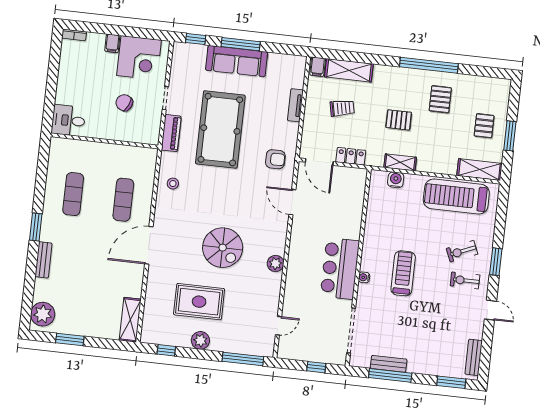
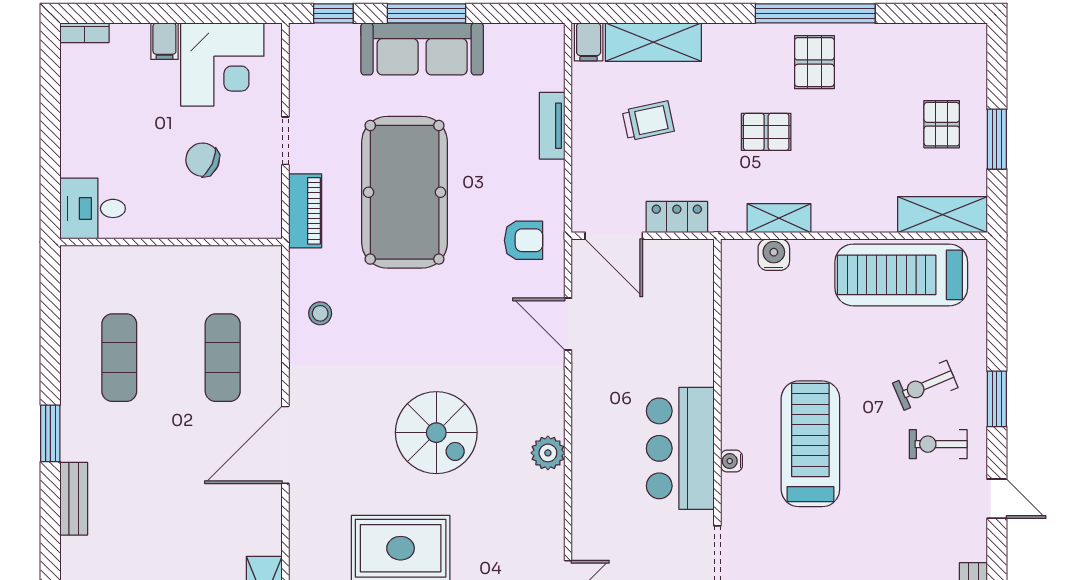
pallet: (440, 99) -> (814, 62), moved
treadmill: (403, 273) -> (810, 444), width x1.37, depth x1.38

